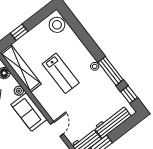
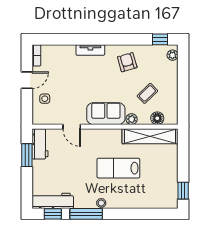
stool: (57, 25) -> (164, 198), removed
window: (19, 32) -> (183, 191), moved
workbench: (113, 122) -> (53, 201), moved, turned -90

